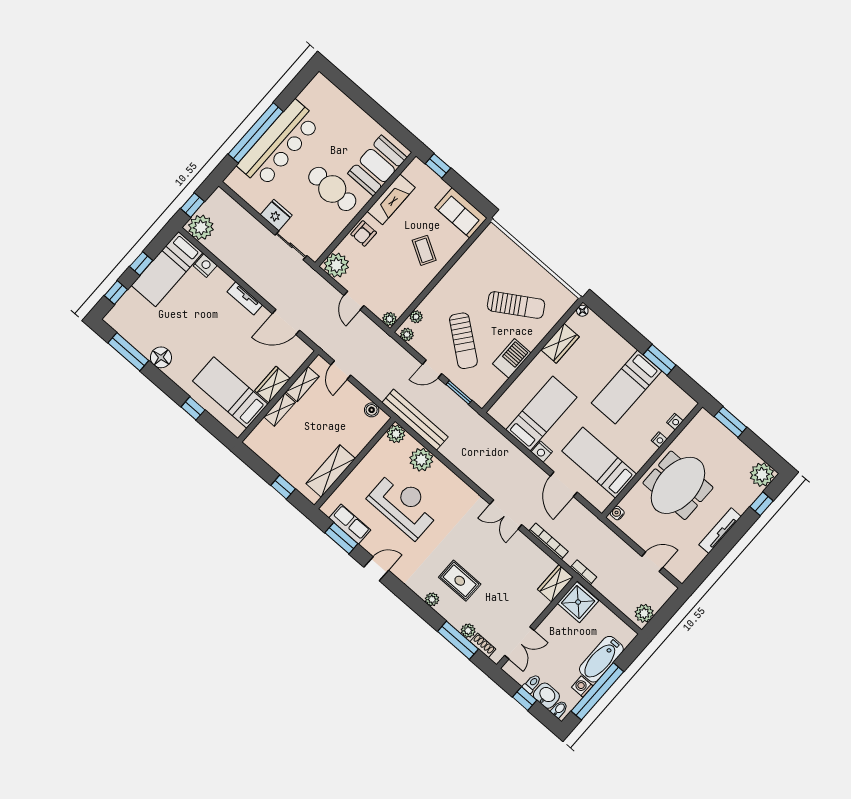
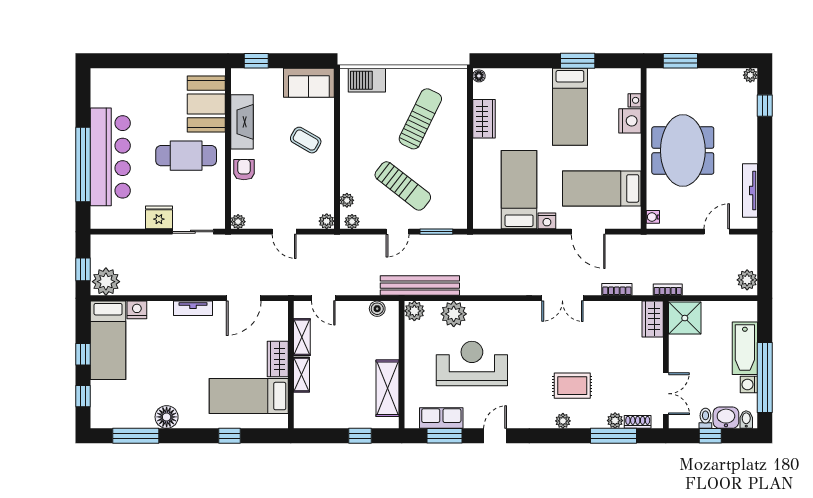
armchair: (364, 234) -> (244, 170), turned 180
plant: (336, 265) -> (238, 222), width x0.53, depth x0.53
sun lounger: (516, 305) -> (420, 119), turned -32
barbecue: (512, 358) -> (367, 80), moved, turned -90
nightstand: (659, 440) -> (630, 121), width x1.89, depth x1.79
plant: (762, 475) -> (750, 75), width x0.53, depth x0.53
tv unit: (720, 531) -> (750, 191), moved
bookcase: (549, 541) -> (617, 289), width x0.64

